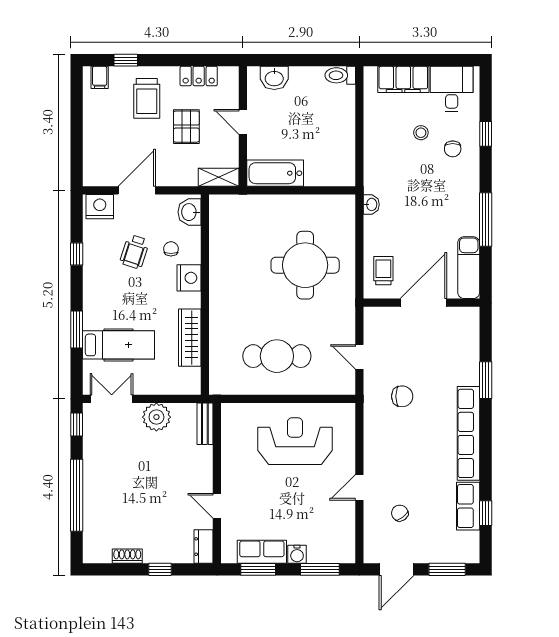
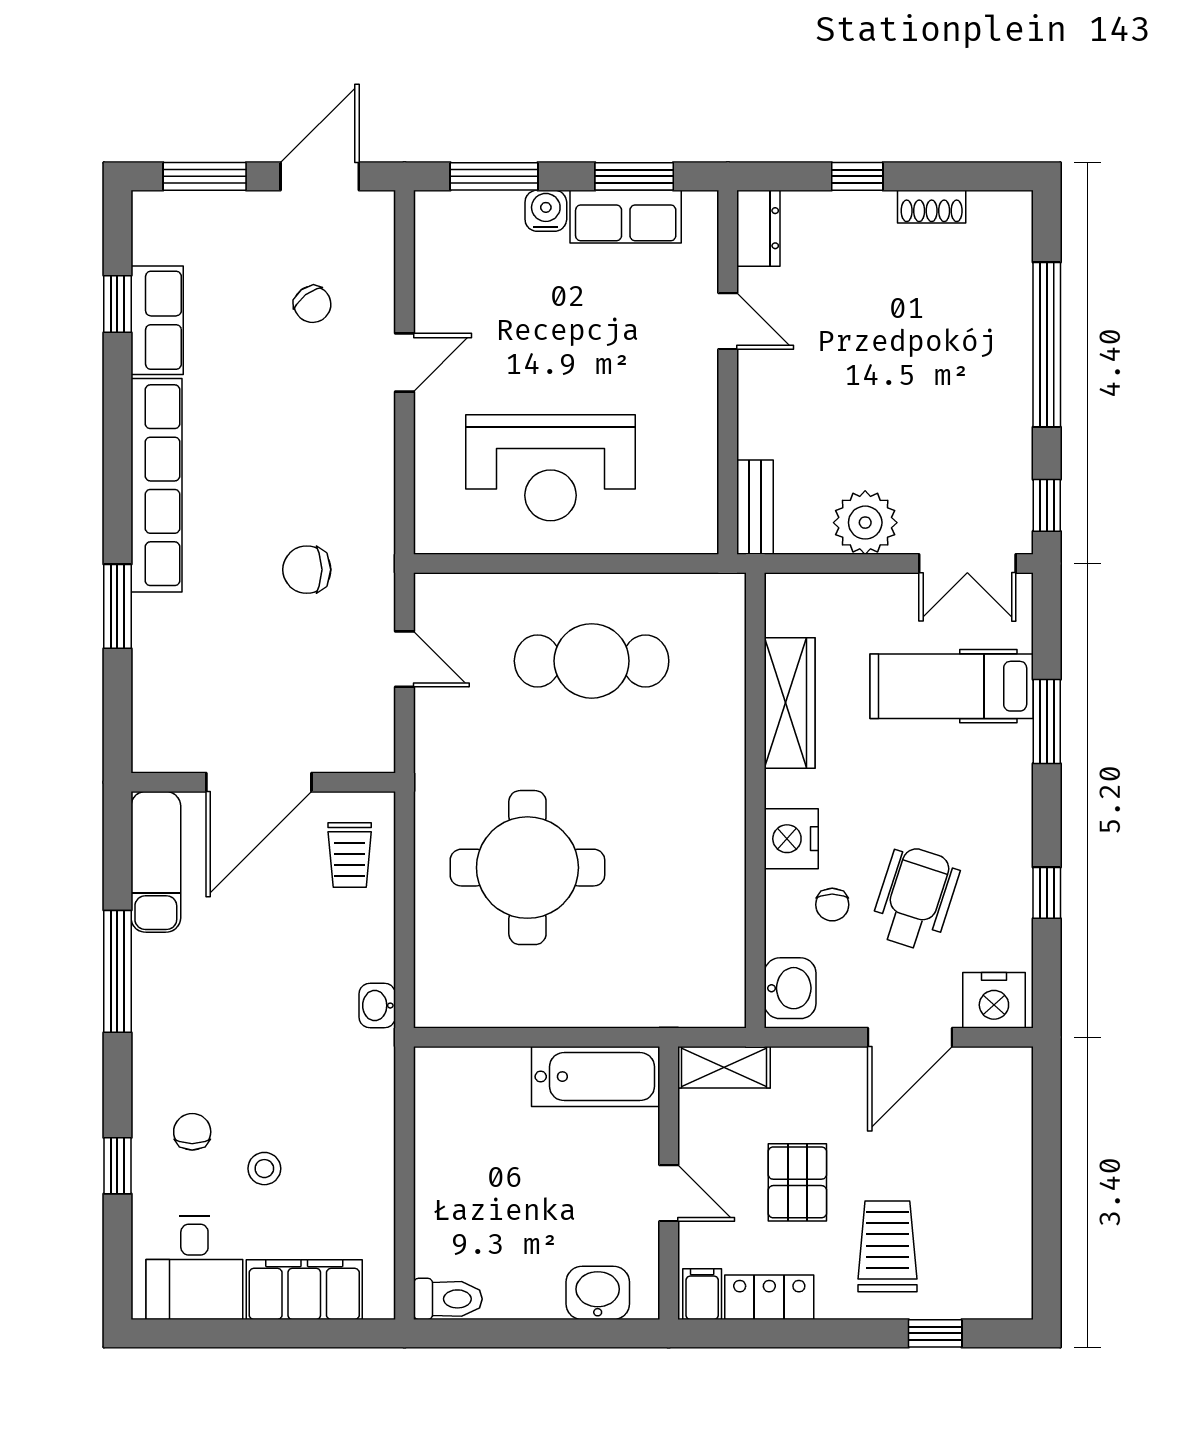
filing cabinet: (100, 77) -> (702, 1294), moved
wheelchair: (135, 252) -> (915, 898), width x1.36, depth x1.37

